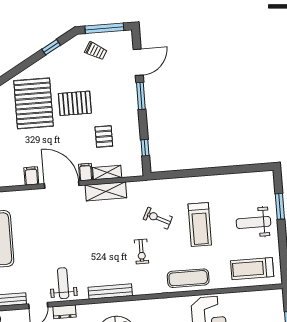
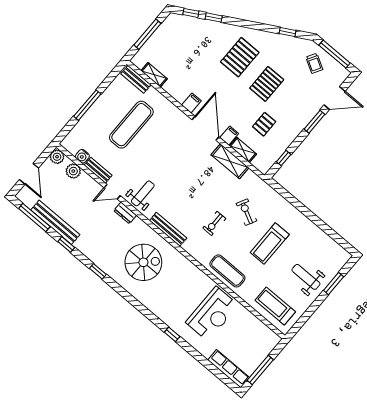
pallet: (34, 103) -> (240, 57), width x0.73, depth x0.71
pallet: (75, 103) -> (267, 84), turned 90

